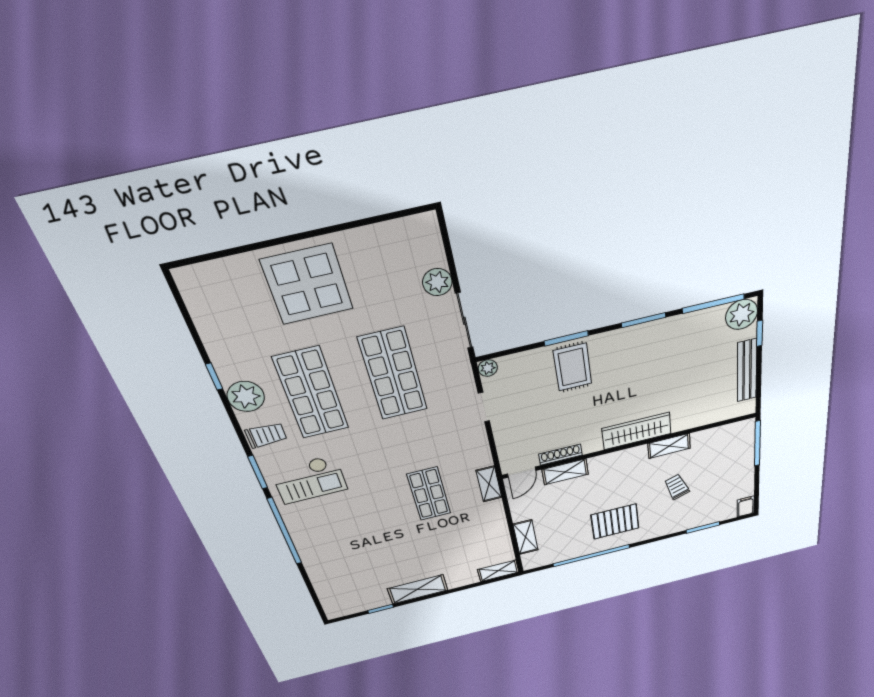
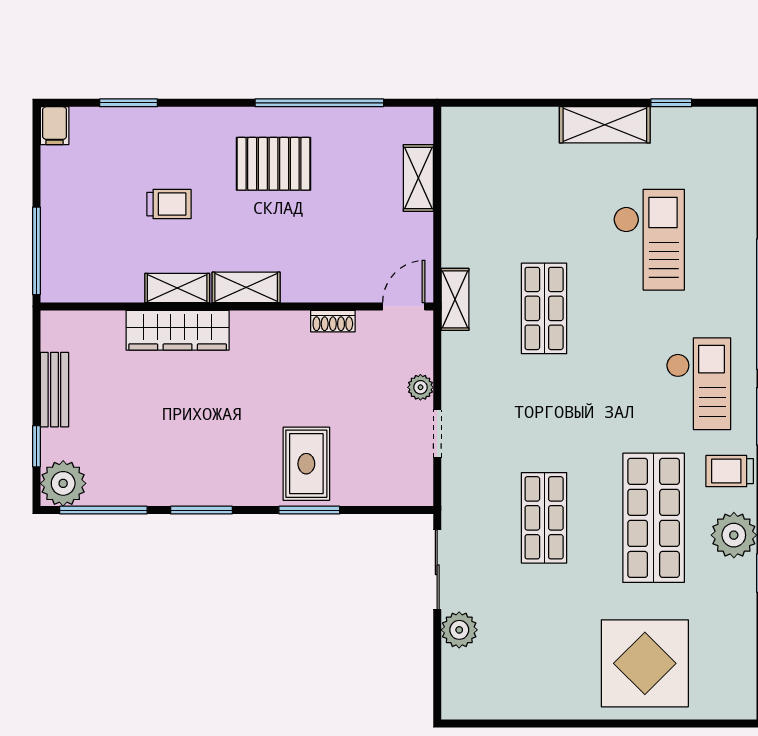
display table: (307, 284) -> (645, 663), moved
plant: (488, 368) -> (420, 387), moved
bench: (747, 371) -> (54, 390), width x0.73
shop shelf: (393, 374) -> (544, 518), width x0.70, depth x0.74
wardrobe: (637, 431) -> (178, 330), moved
shoe rack: (561, 455) -> (333, 321), width x0.70
shelving: (565, 472) -> (246, 287), moved
checkout: (309, 480) -> (699, 384), turned 90
trolley: (677, 487) -> (169, 204), turned -71
checkout: (372, 545) -> (649, 240), added
shelving: (498, 571) -> (473, 121), removed

